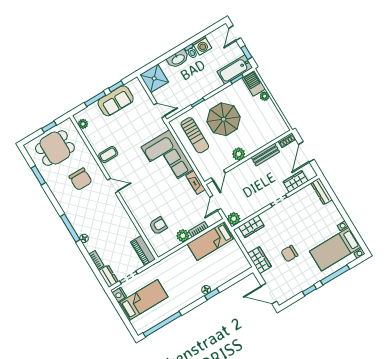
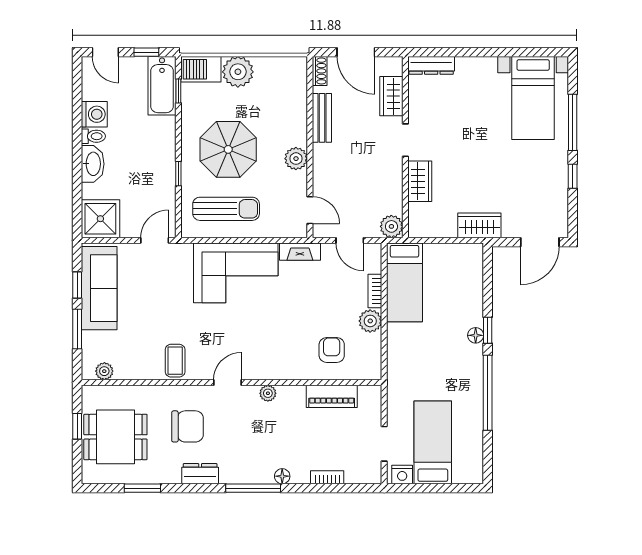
plant: (265, 96) -> (238, 72), width x1.88, depth x1.88
sofa: (116, 101) -> (99, 288), width x1.36
dining table: (55, 148) -> (115, 437), turned 90
plant: (119, 208) -> (268, 393), added
wardrobe: (251, 226) -> (420, 181), moved
piano: (143, 251) -> (332, 396), moved
chair: (289, 254) -> (497, 173), removed
dresser: (108, 276) -> (200, 474), moved
window: (162, 324) -> (488, 393), moved

